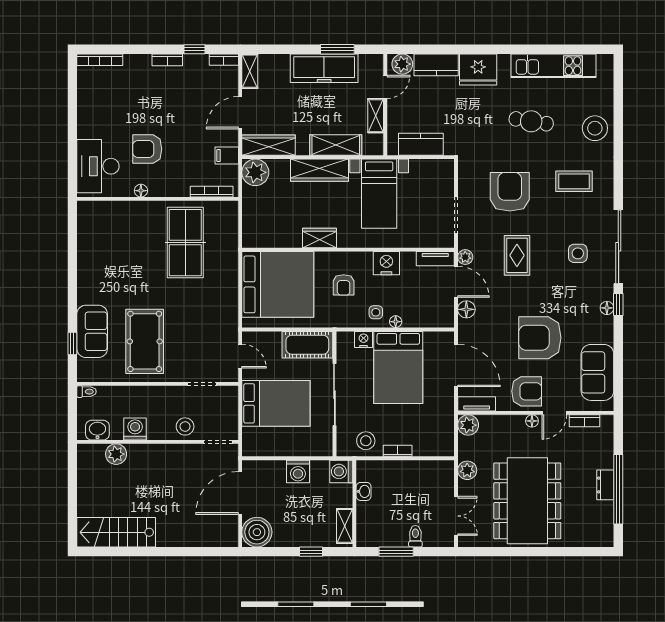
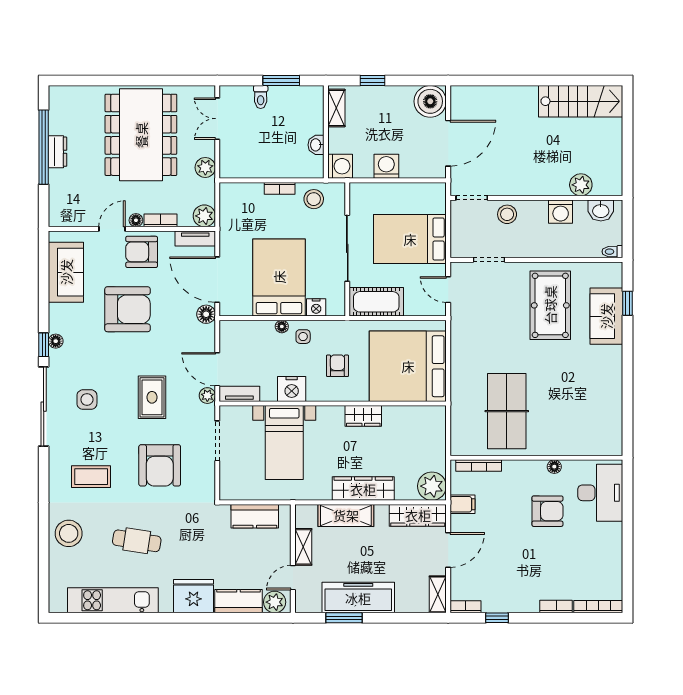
bookcase: (167, 60) -> (556, 607), moved
bed with nightstands: (379, 194) -> (284, 443), moved, turned 180
floor lamp: (466, 309) -> (206, 314), moved
bookcase: (585, 421) -> (161, 220), moved

